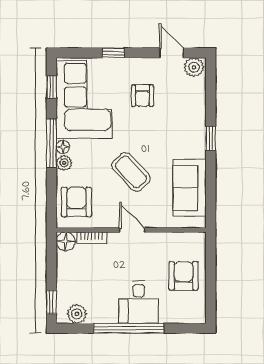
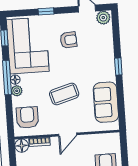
armchair: (142, 96) -> (68, 40), turned -94
coffee table: (131, 172) -> (64, 94), turned -63
door: (132, 230) -> (68, 134), swing flipped

